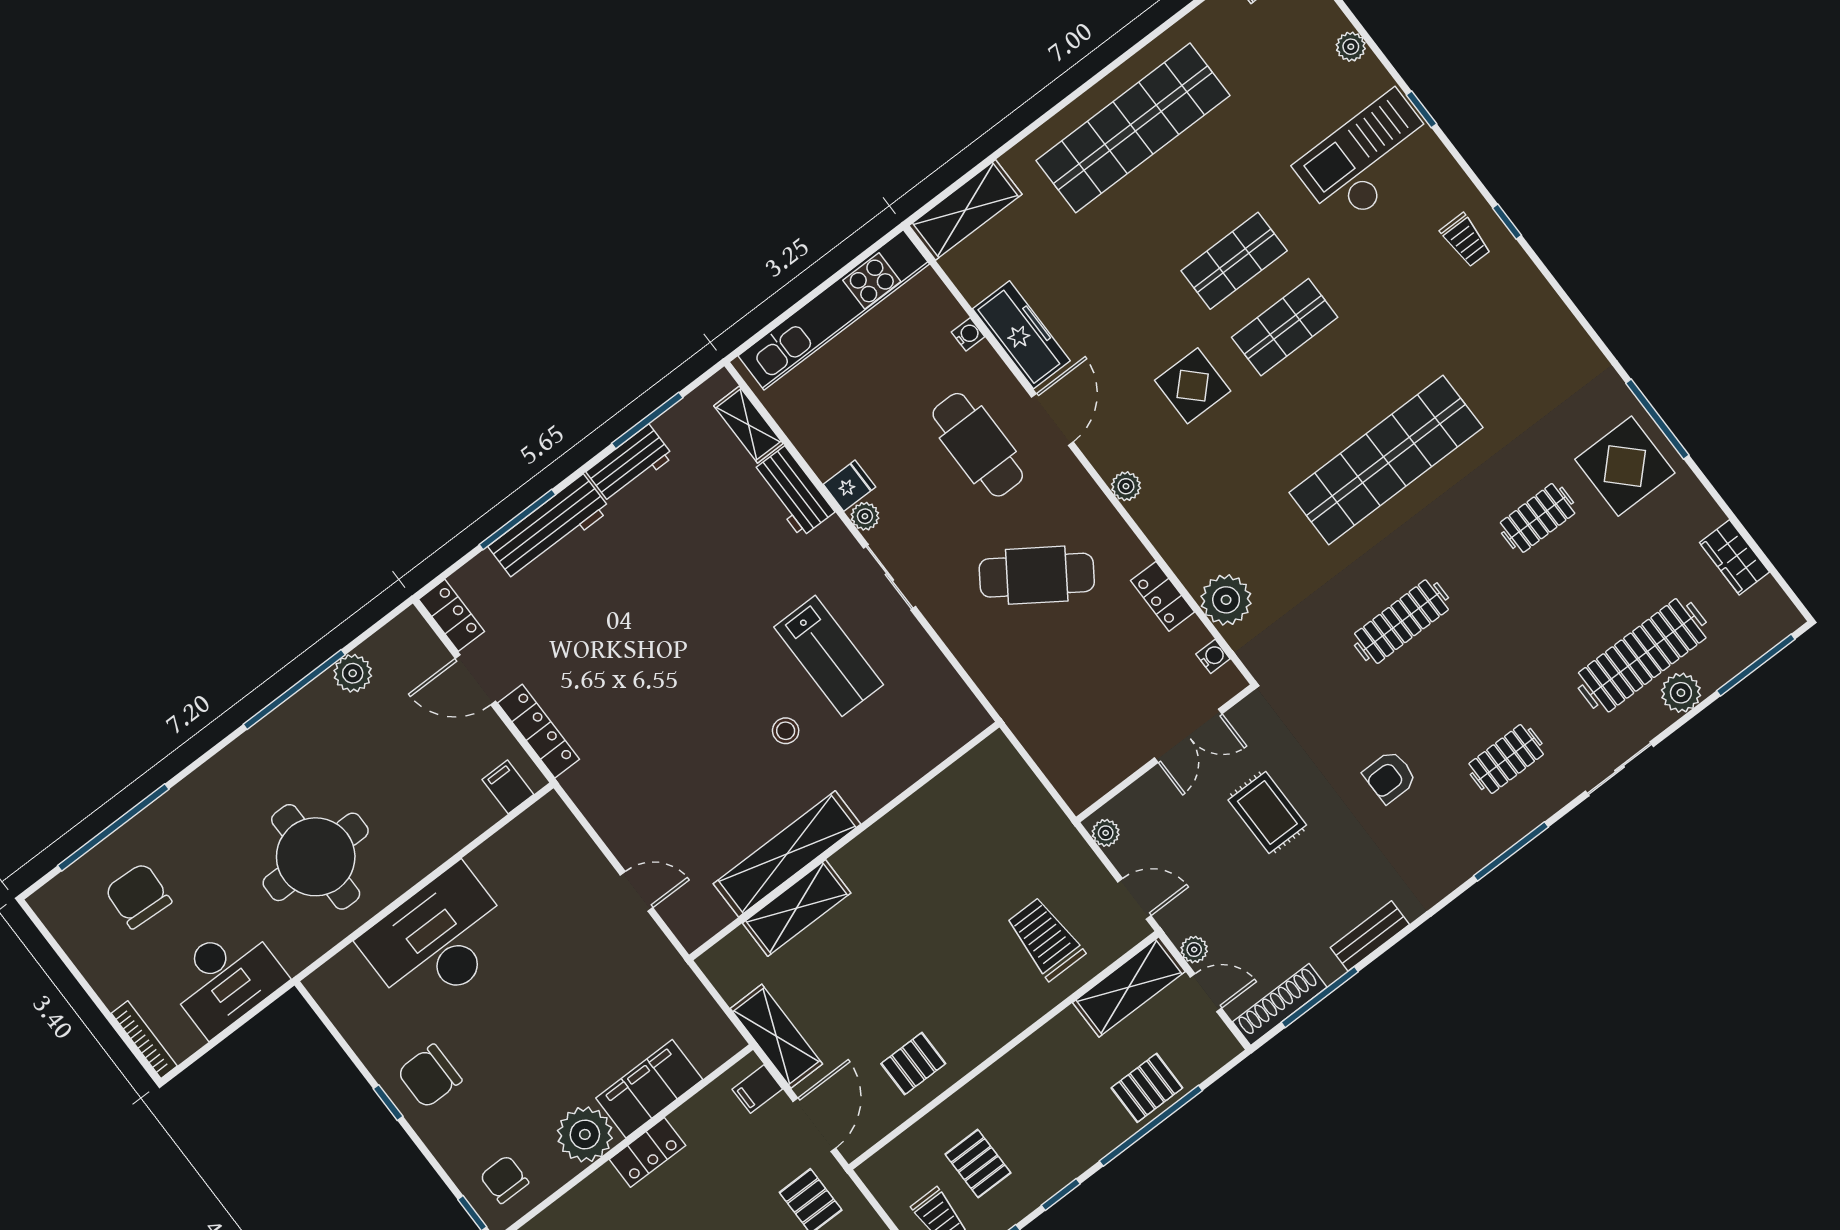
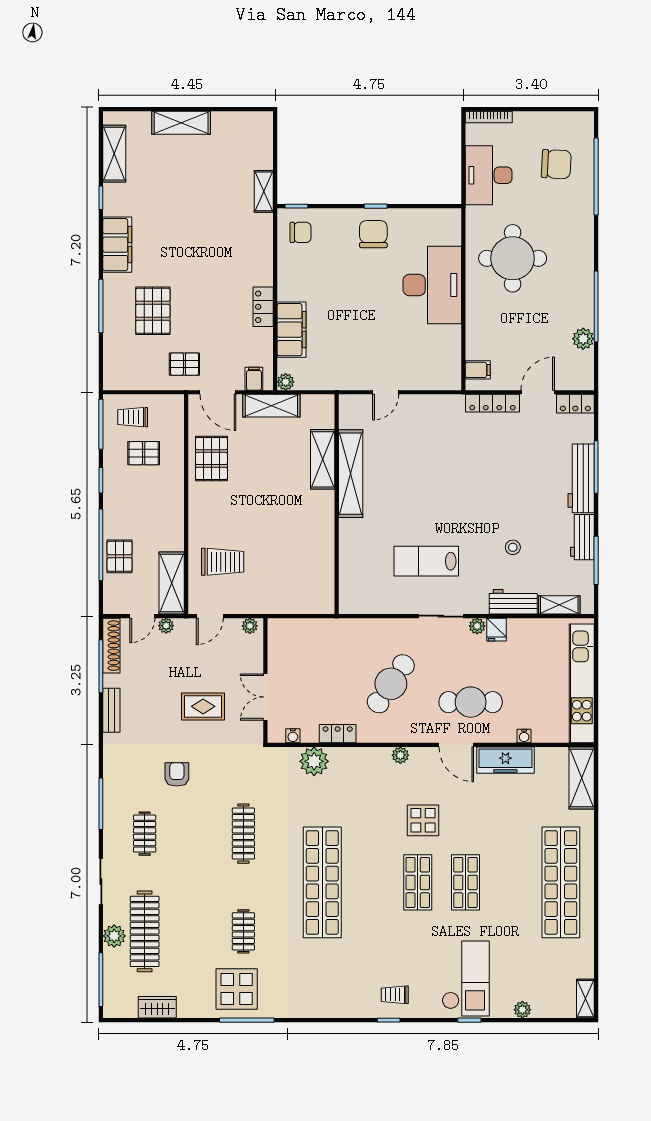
stool: (786, 731) -> (513, 547), moved
pallet: (913, 1064) -> (211, 458), width x1.50, depth x1.42
plant: (585, 1134) -> (286, 382), moved, width x0.53, depth x0.53

